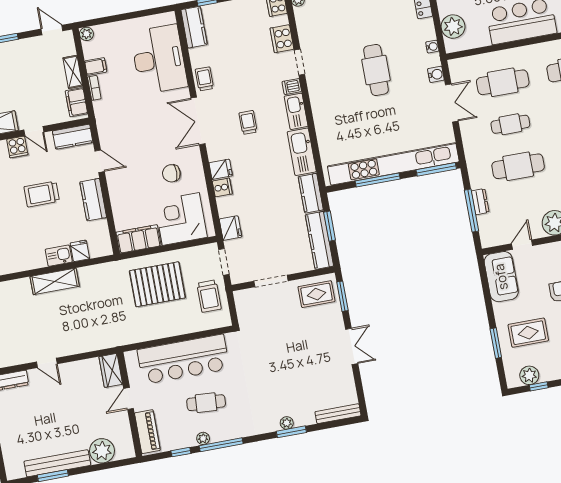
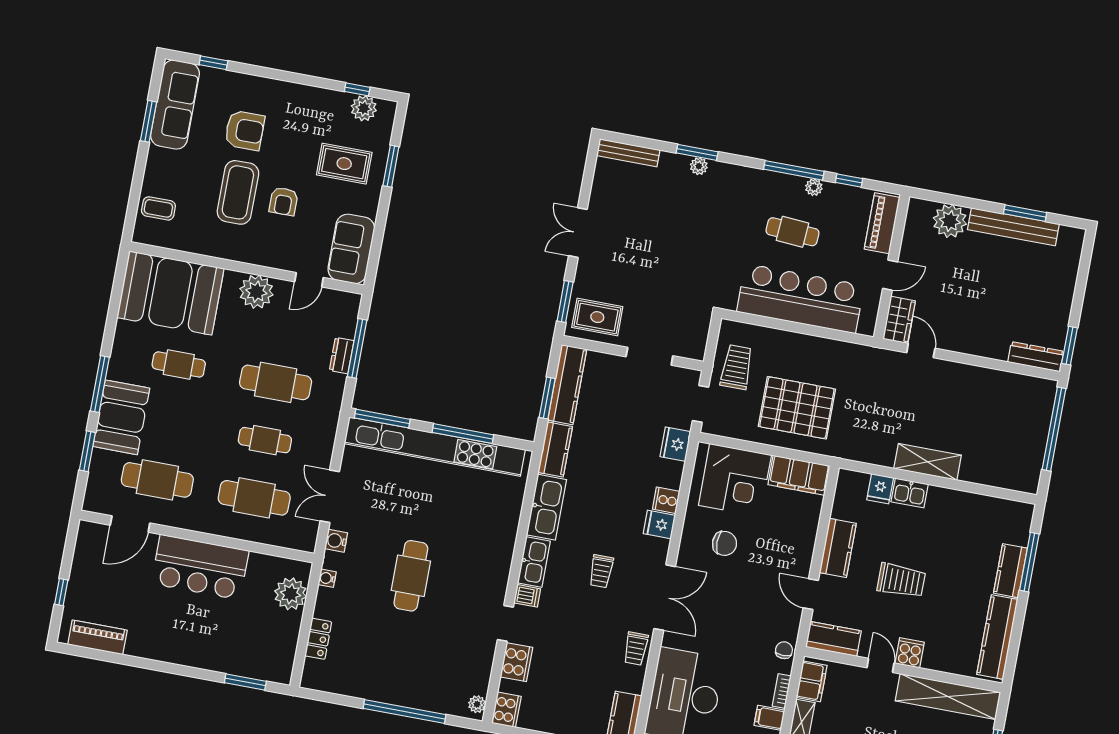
chair: (103, 116) -> (784, 650), added
door: (47, 363) -> (921, 351), moved

